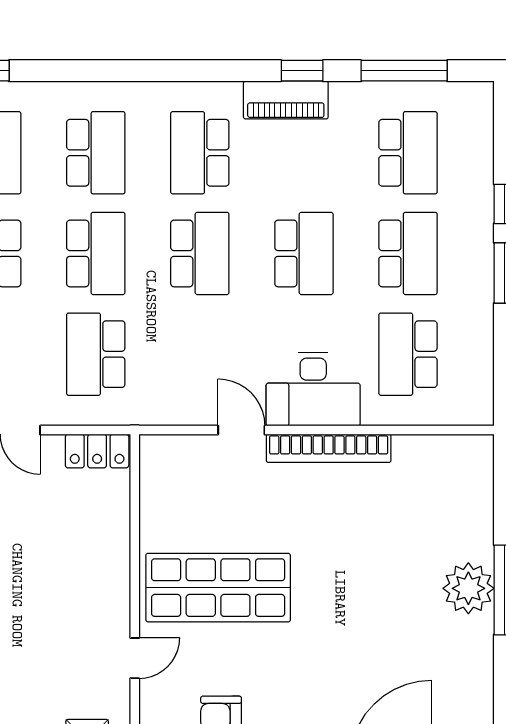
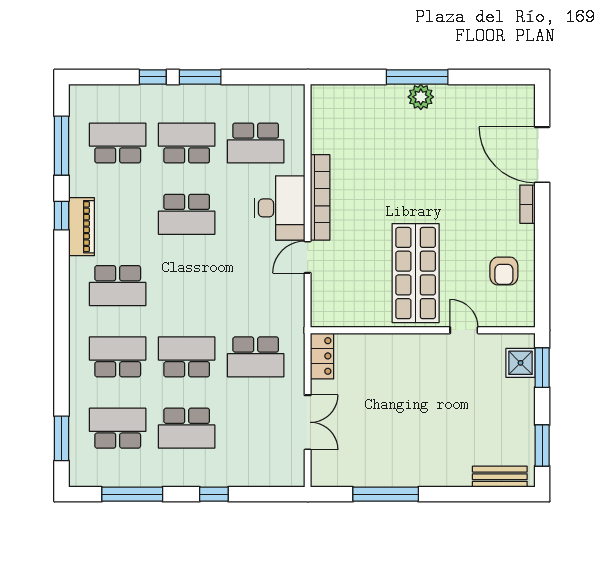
school desk: (200, 253) -> (187, 286), removed
school desk: (304, 253) -> (187, 214), turned 180
plant: (468, 588) -> (421, 97), width x0.73, depth x0.73

